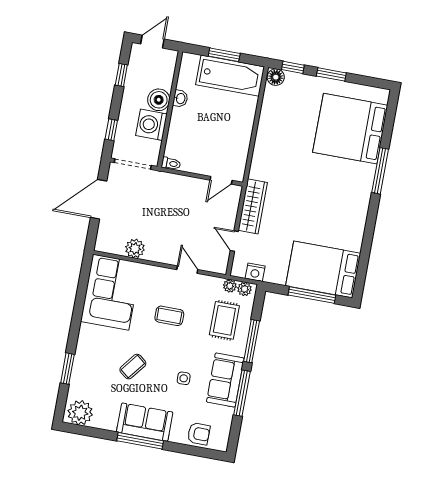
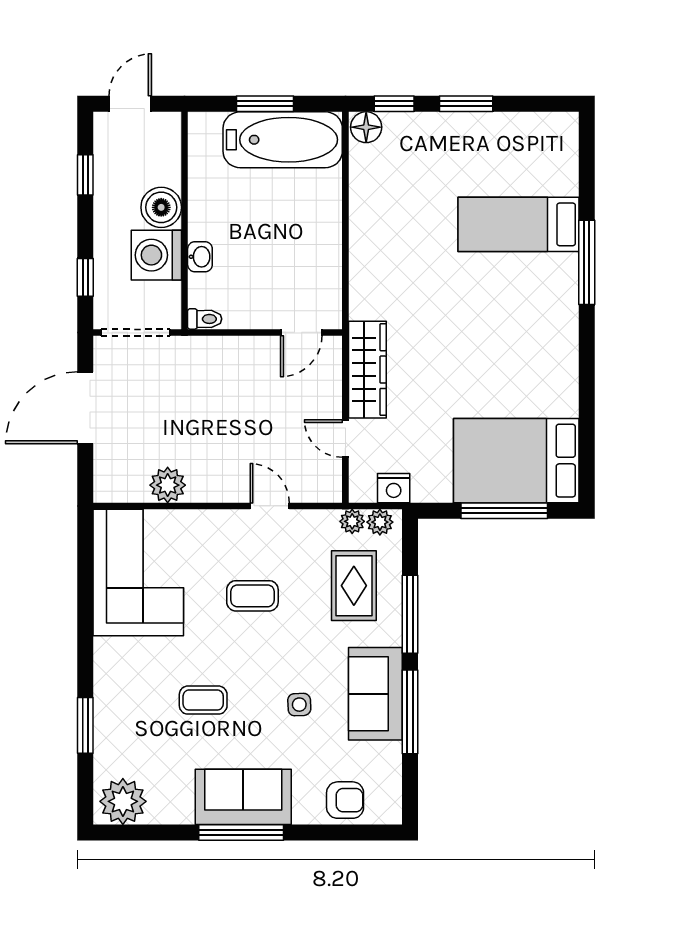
washbasin: (180, 99) -> (200, 257), moved
bed: (350, 129) -> (518, 224), width x0.49
coffee table: (133, 367) -> (203, 700), turned 52

